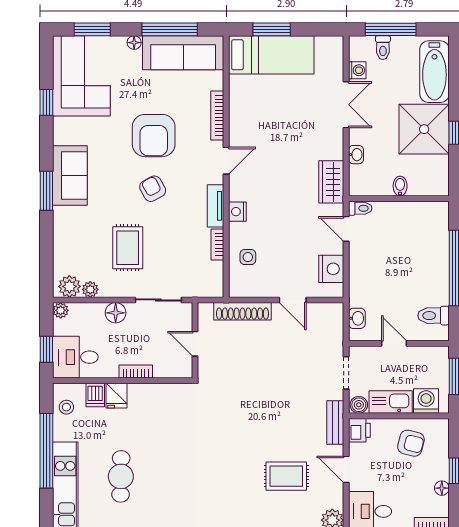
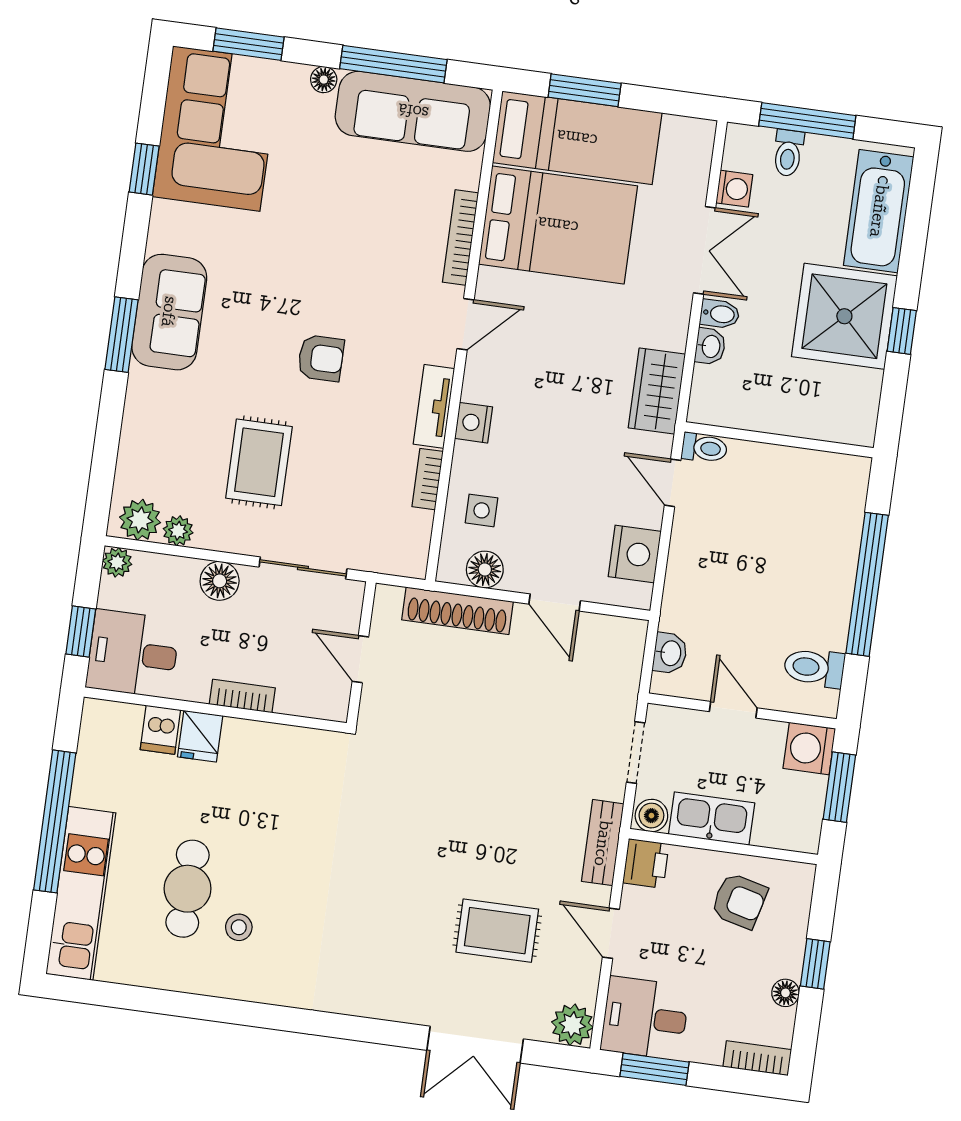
bed: (267, 102) -> (558, 225), added
armchair: (154, 136) -> (336, 259), removed
bidet: (400, 186) -> (720, 314), moved, turned 90
armchair: (153, 189) -> (321, 358), turned 119
floor lamp: (254, 288) -> (485, 570), added
washing machine: (426, 401) -> (809, 748), moved, turned -90
stool: (66, 407) -> (239, 927), moved

